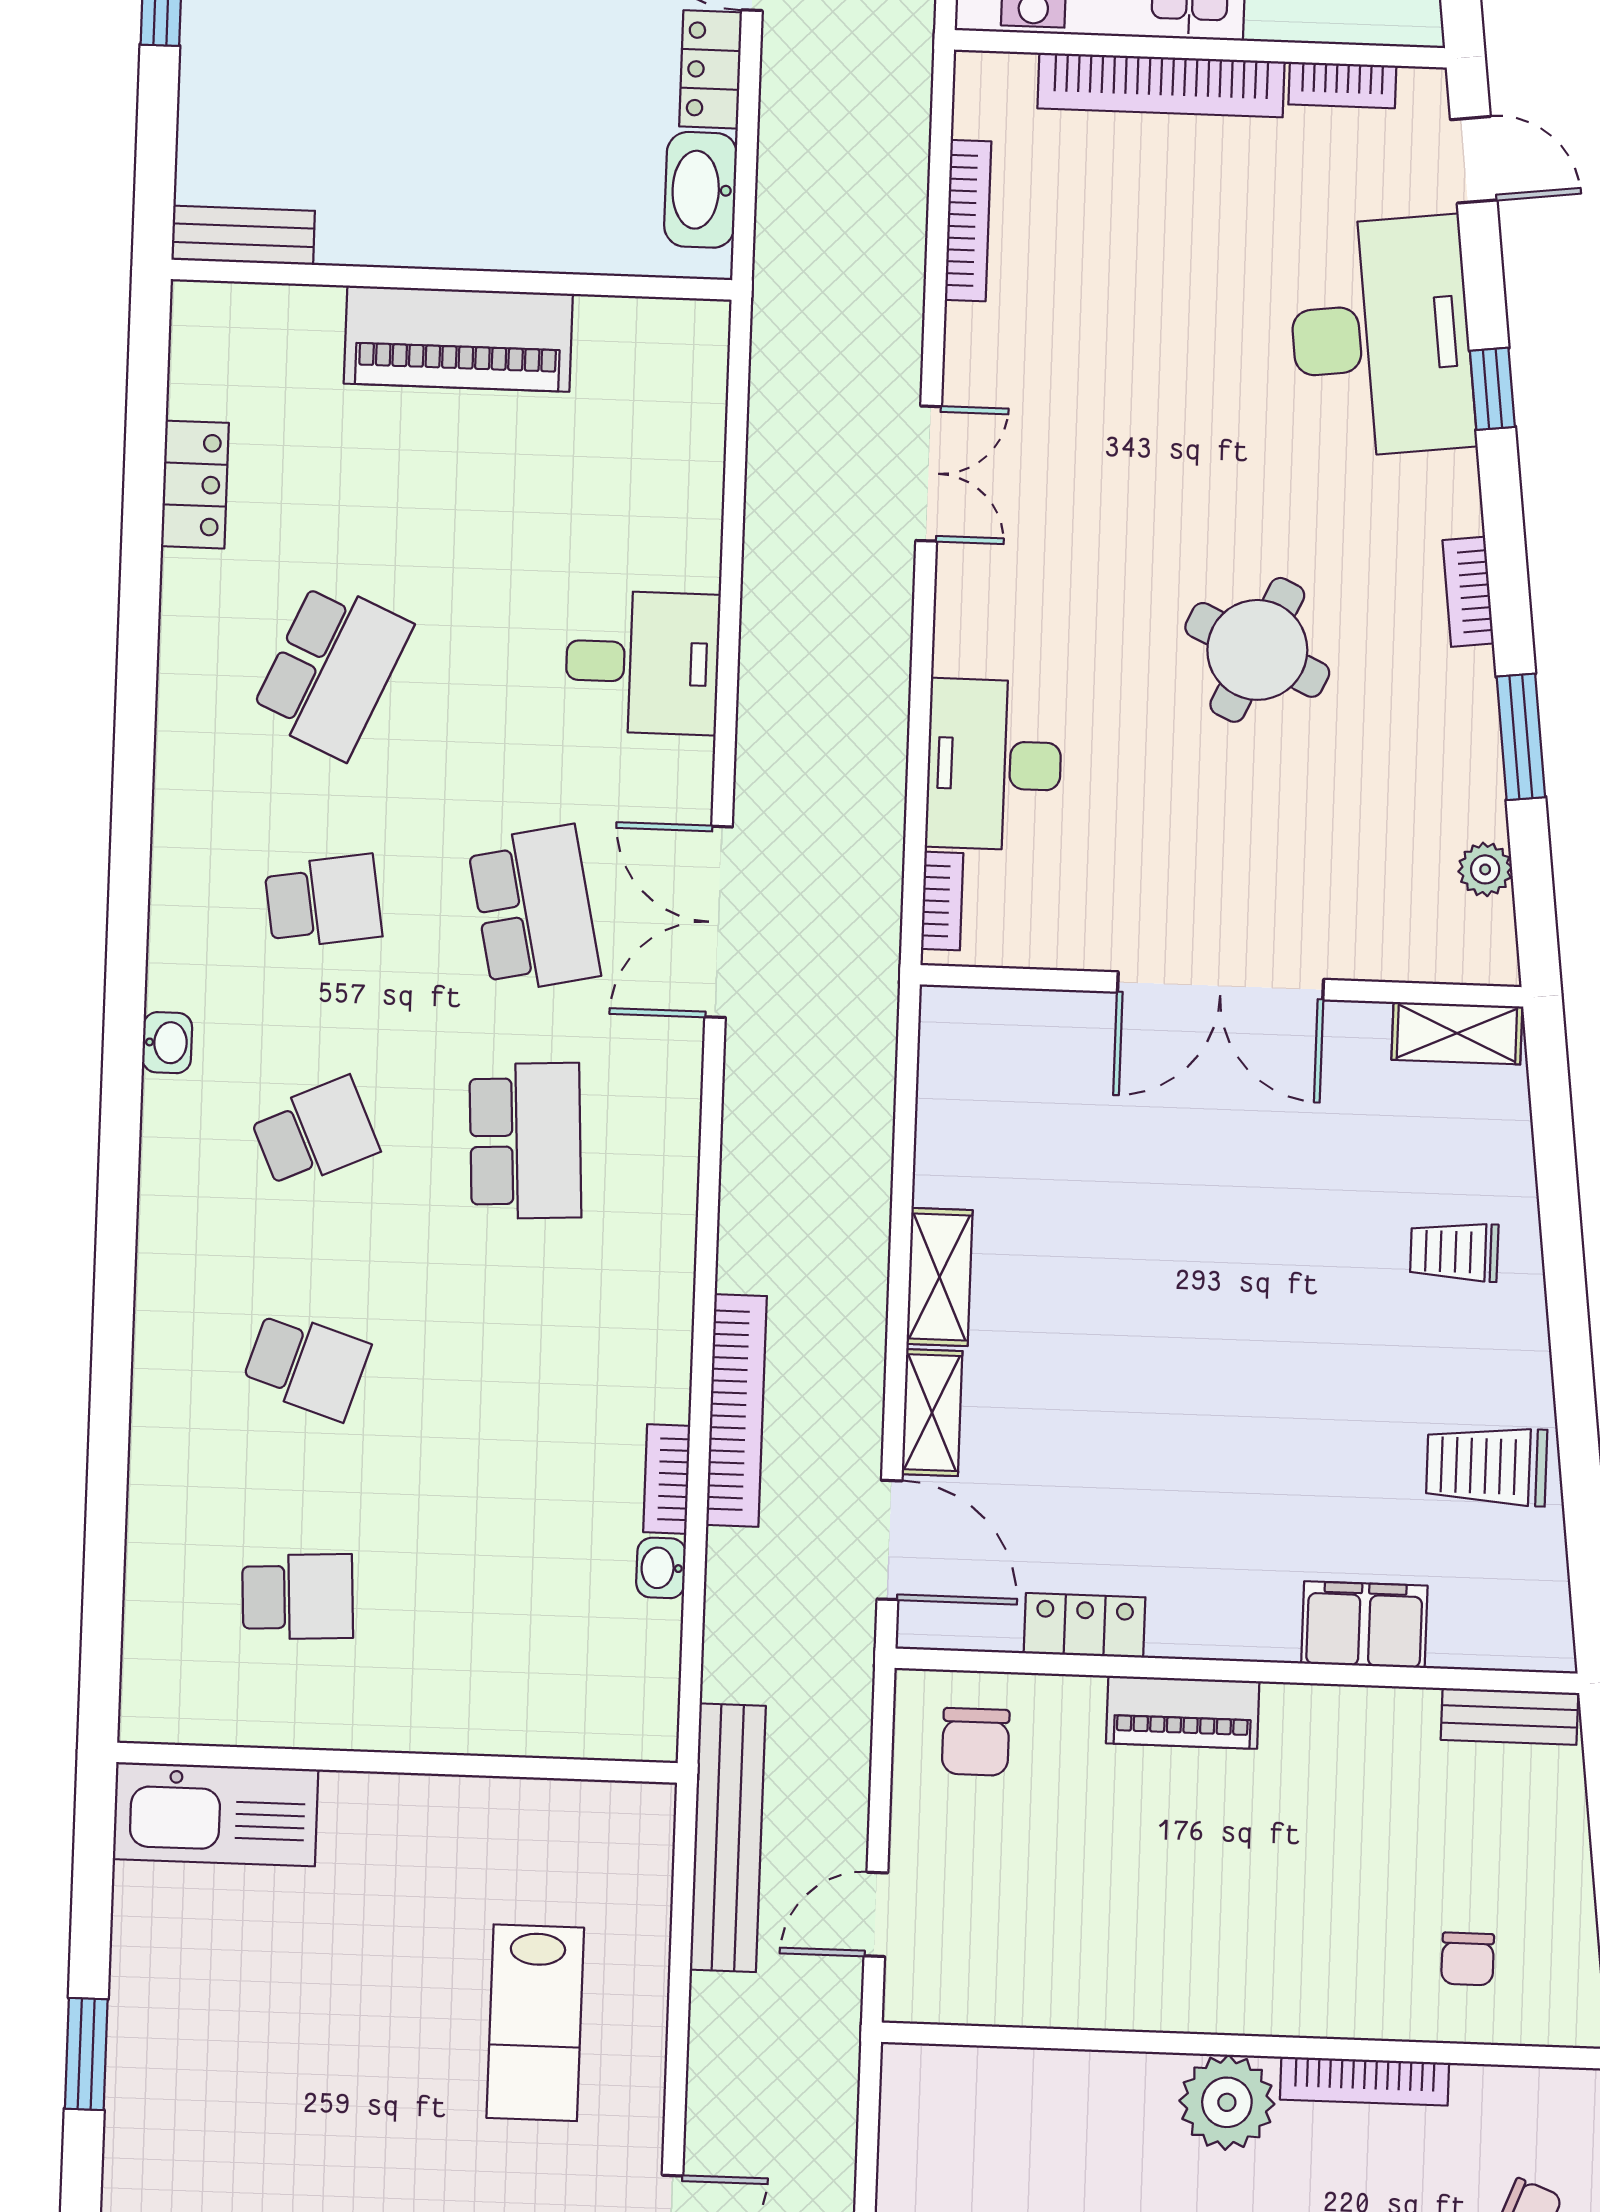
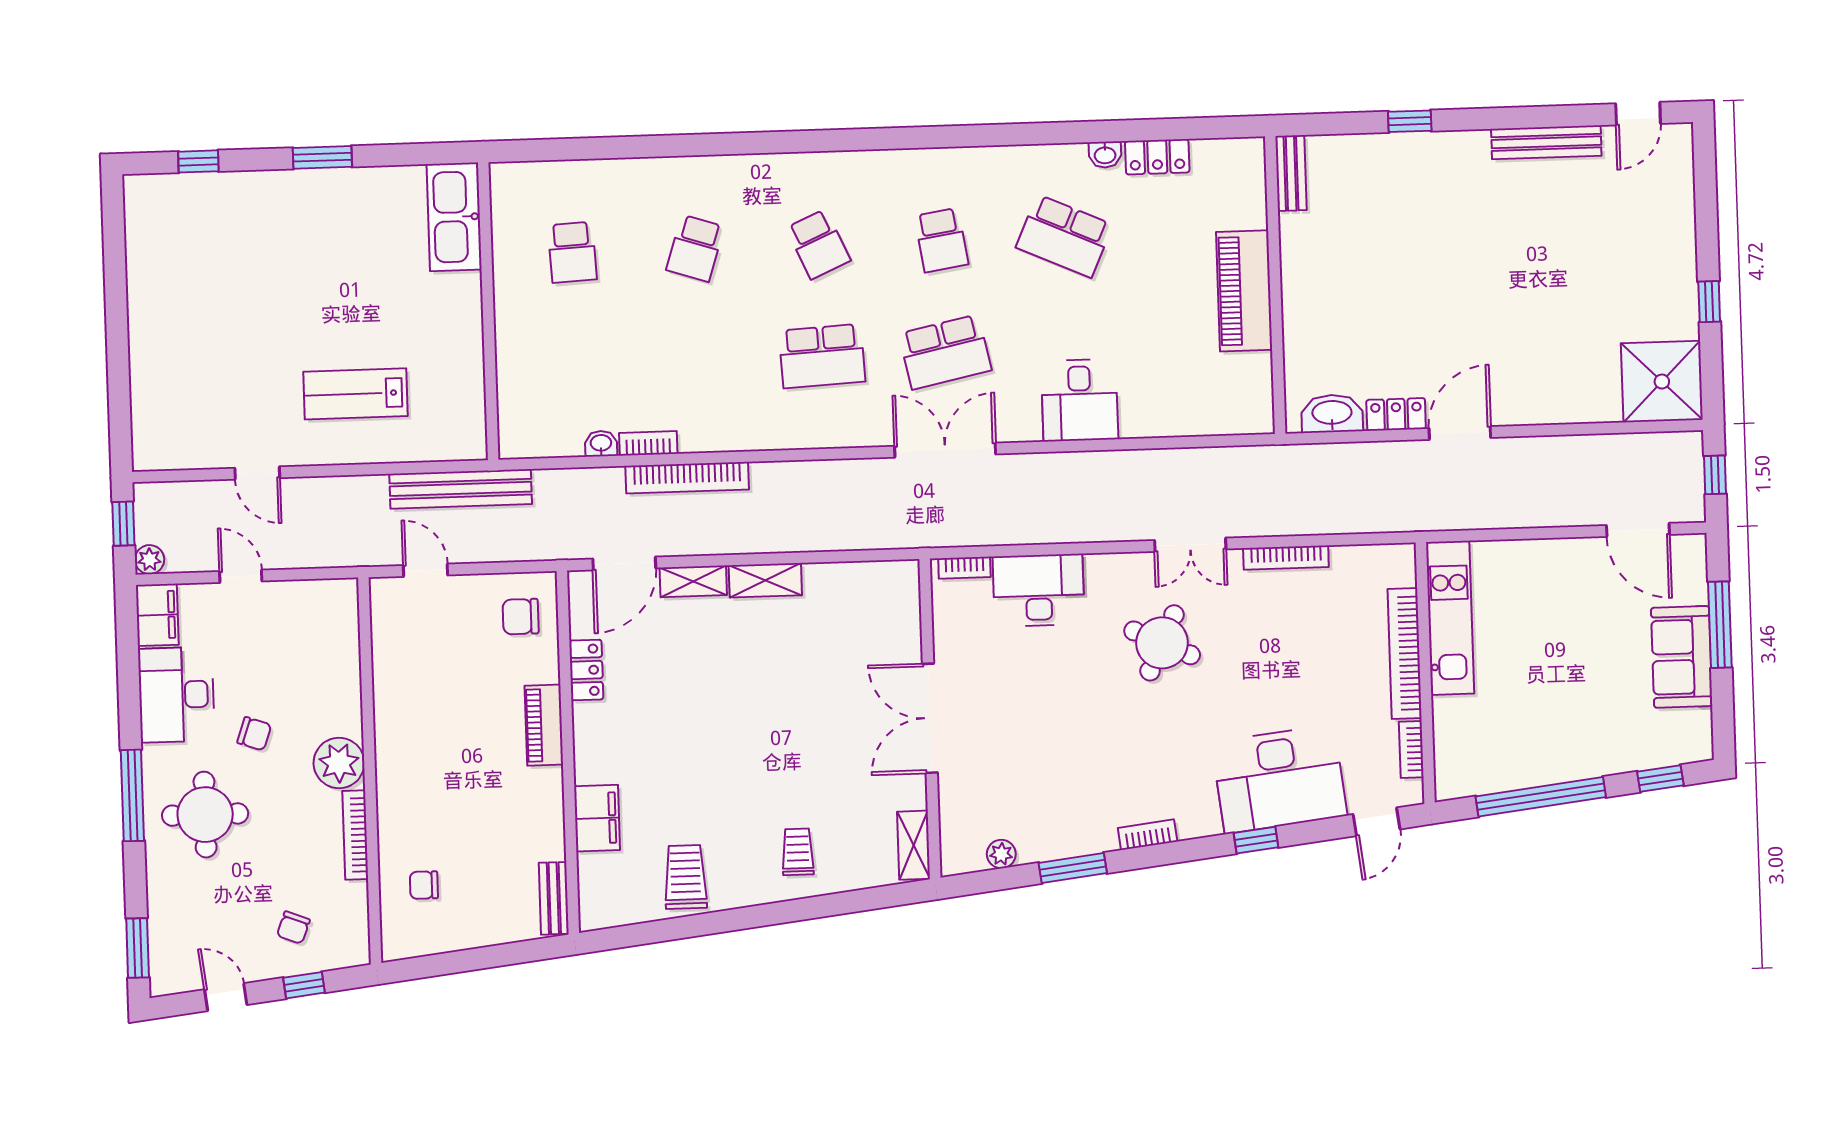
bookcase: (968, 221) -> (1286, 558), moved
round table: (1257, 650) -> (1162, 643), moved
washbasin: (167, 1043) -> (1105, 155), moved

